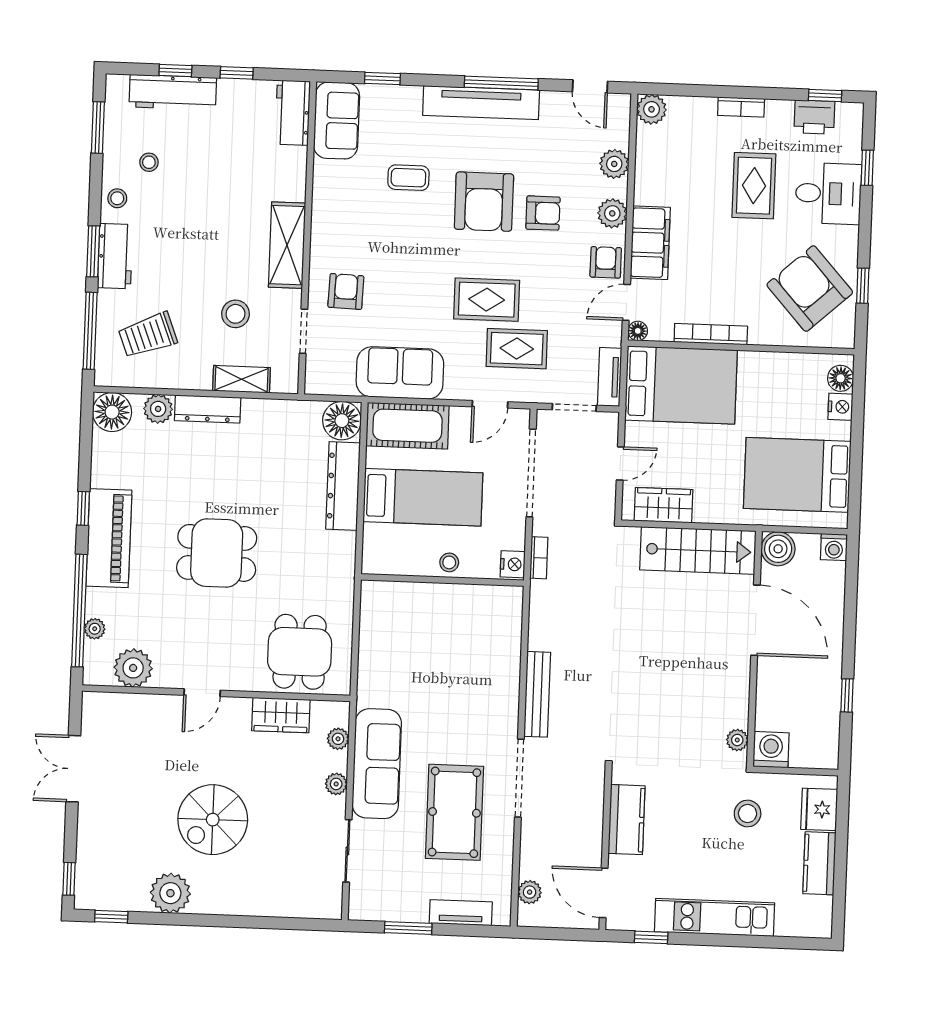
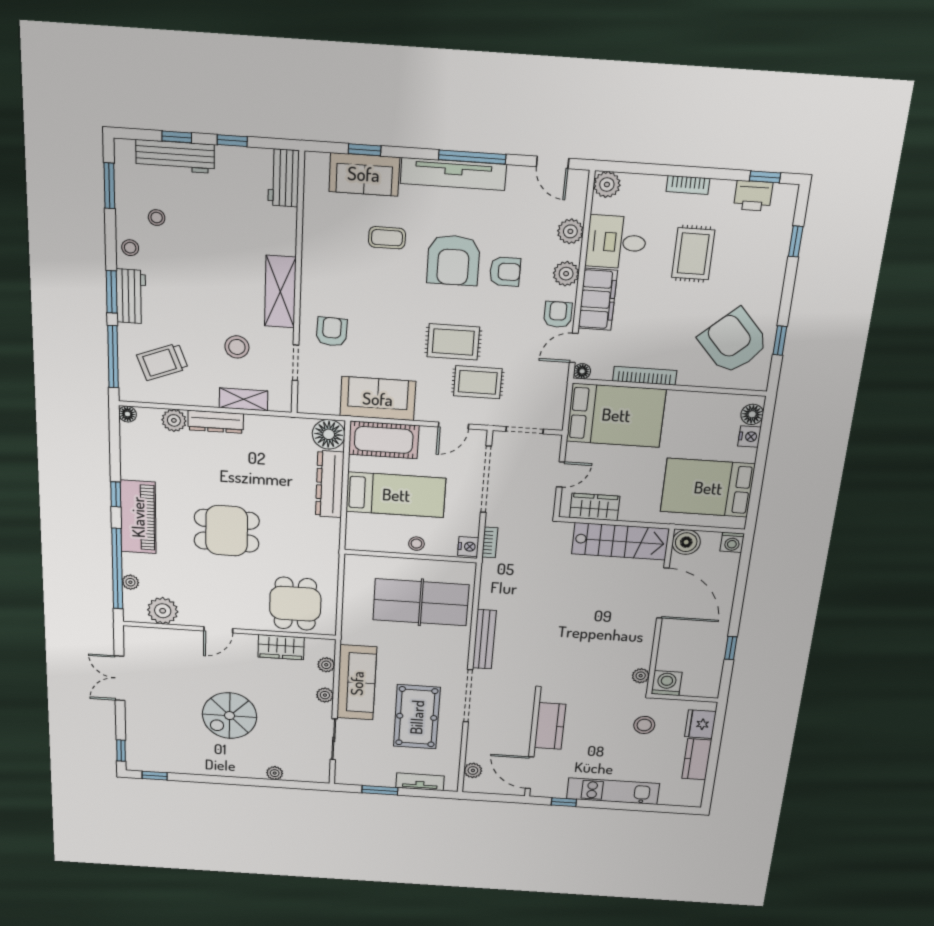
sofa: (337, 120) -> (364, 174), moved, turned 90
desk: (828, 193) -> (616, 242), moved, turned 180
tv unit: (610, 377) -> (556, 407), removed
floor lamp: (112, 412) -> (127, 414), width x0.53, depth x0.53
table tennis table: (456, 644) -> (421, 602), added
plant: (170, 893) -> (275, 773), moved, width x0.53, depth x0.53

